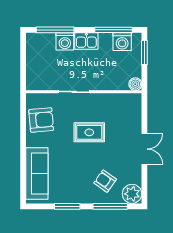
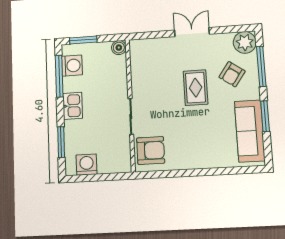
window: (55, 30) -> (61, 142), width x0.69
washing machine: (65, 41) -> (87, 165), moved, turned -90
armchair: (41, 120) -> (151, 151), moved, turned 95
rug: (89, 132) -> (195, 88), moved
sofa: (37, 174) -> (250, 131), moved, turned -90

